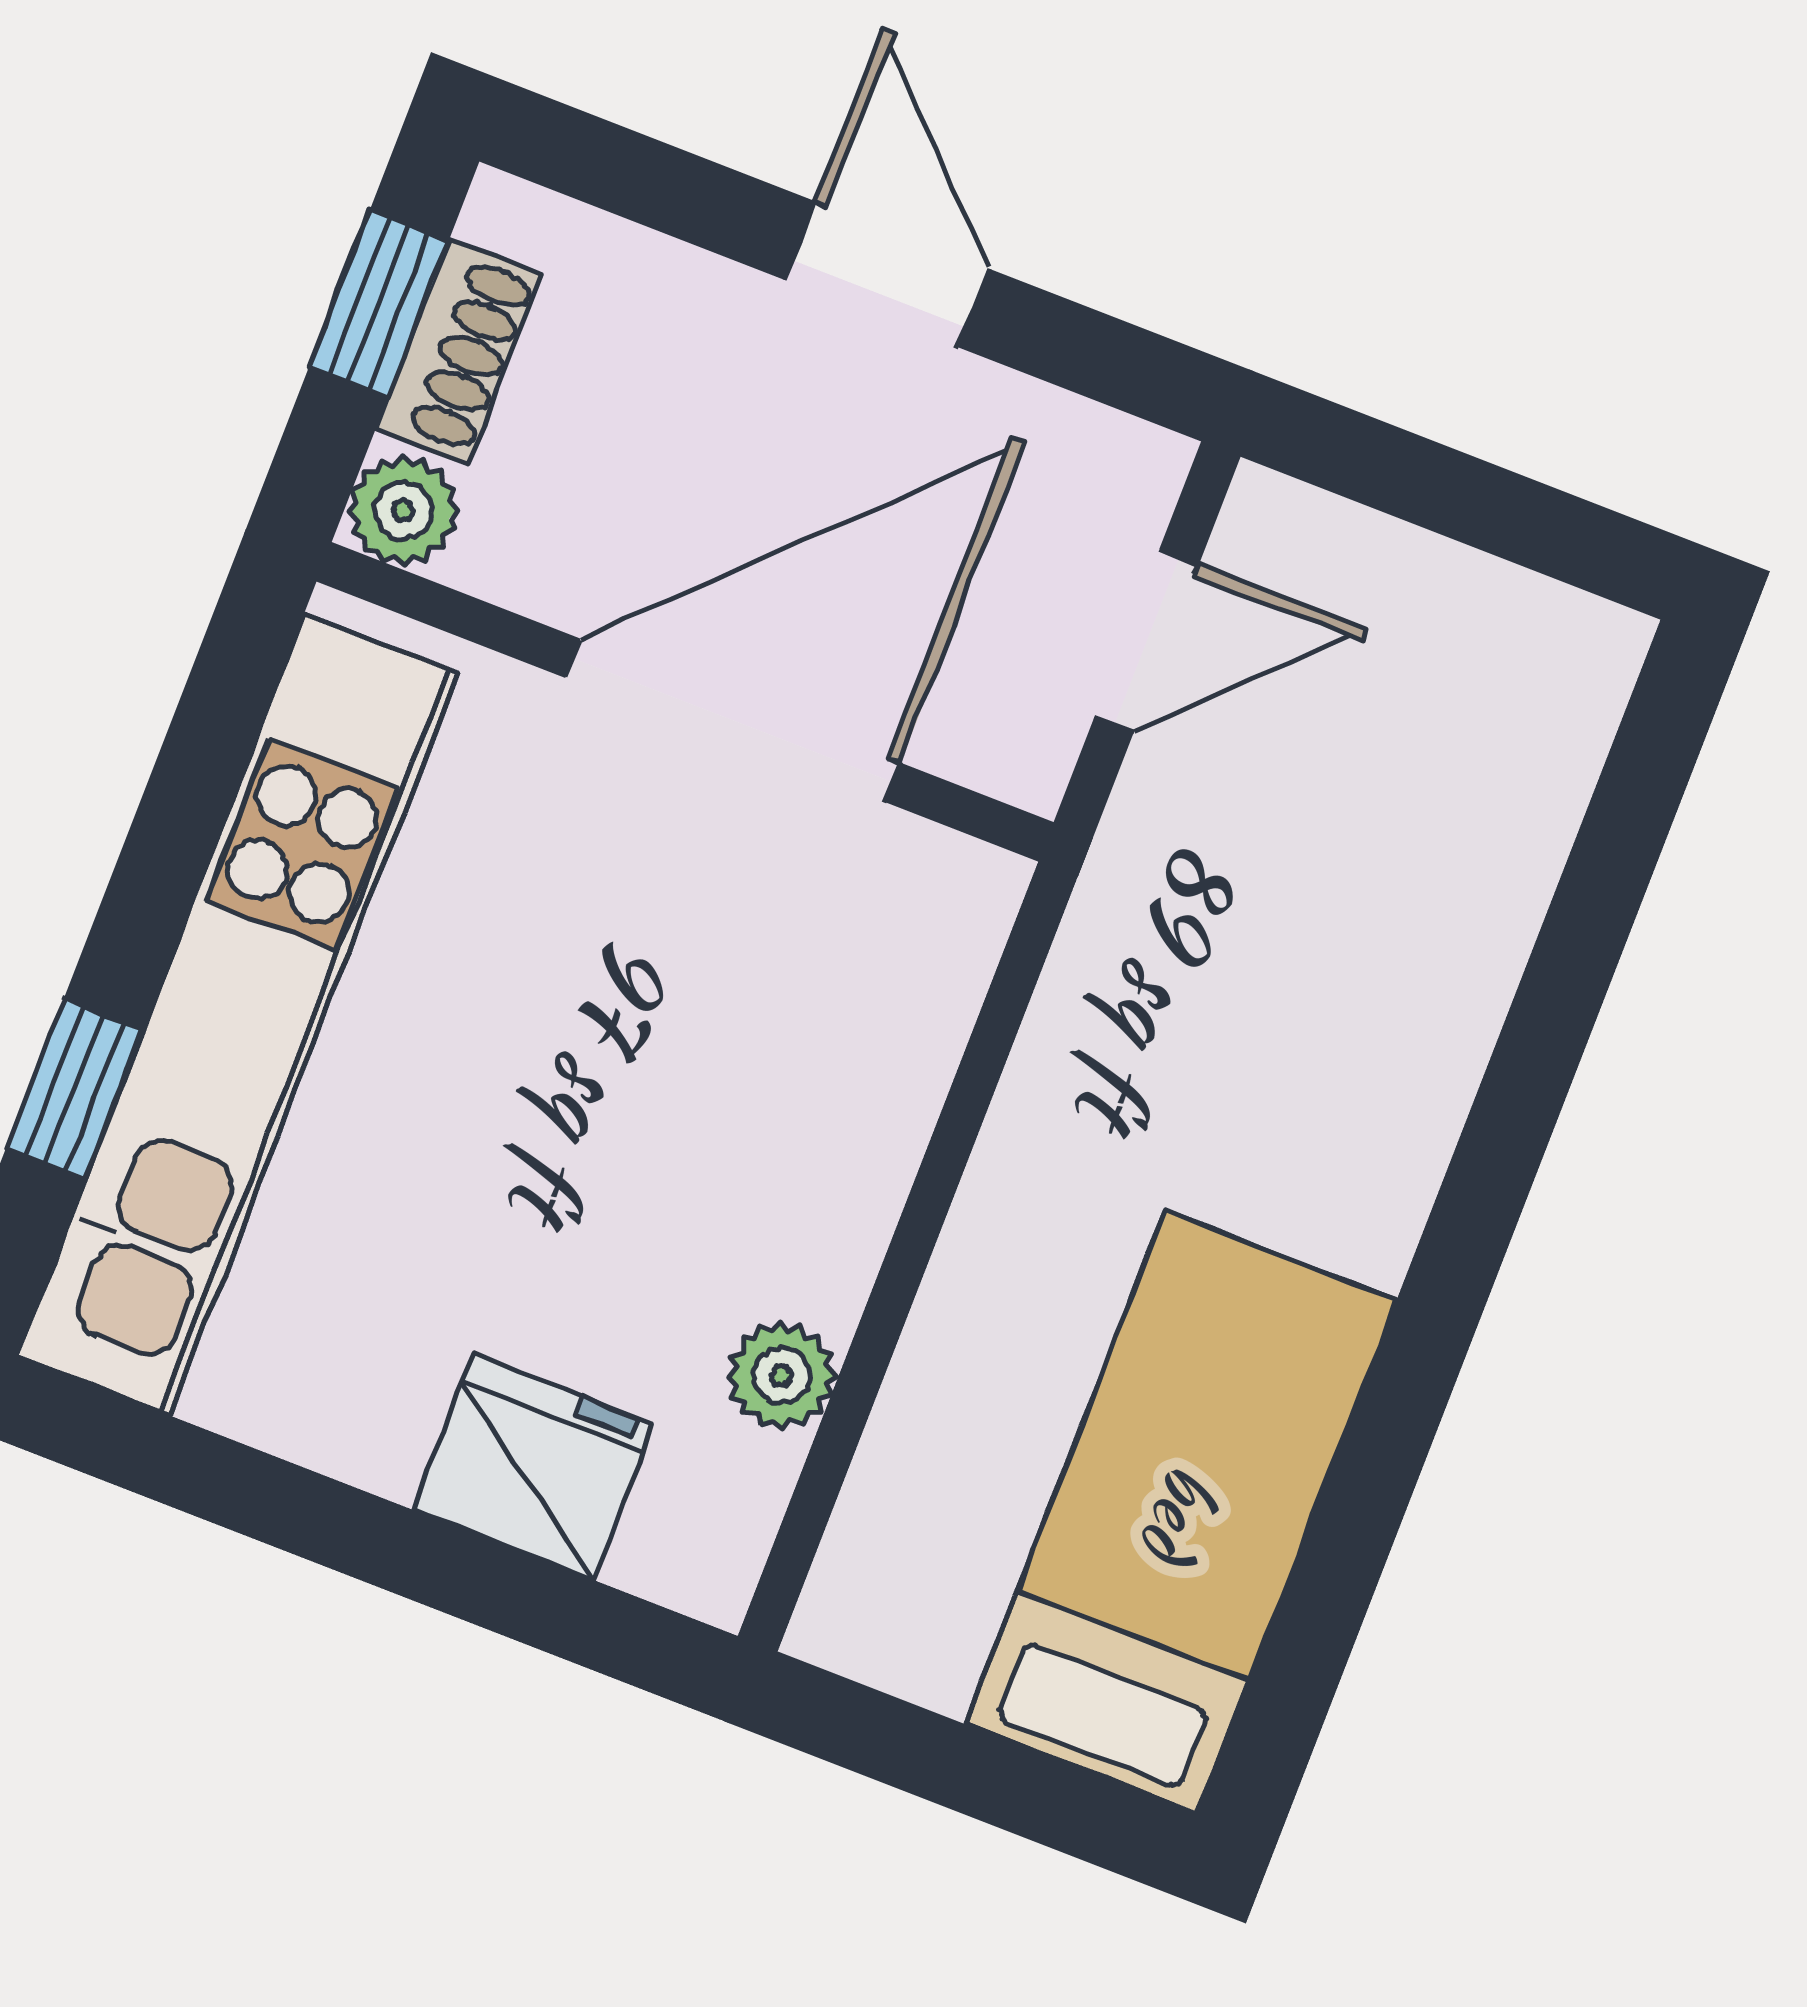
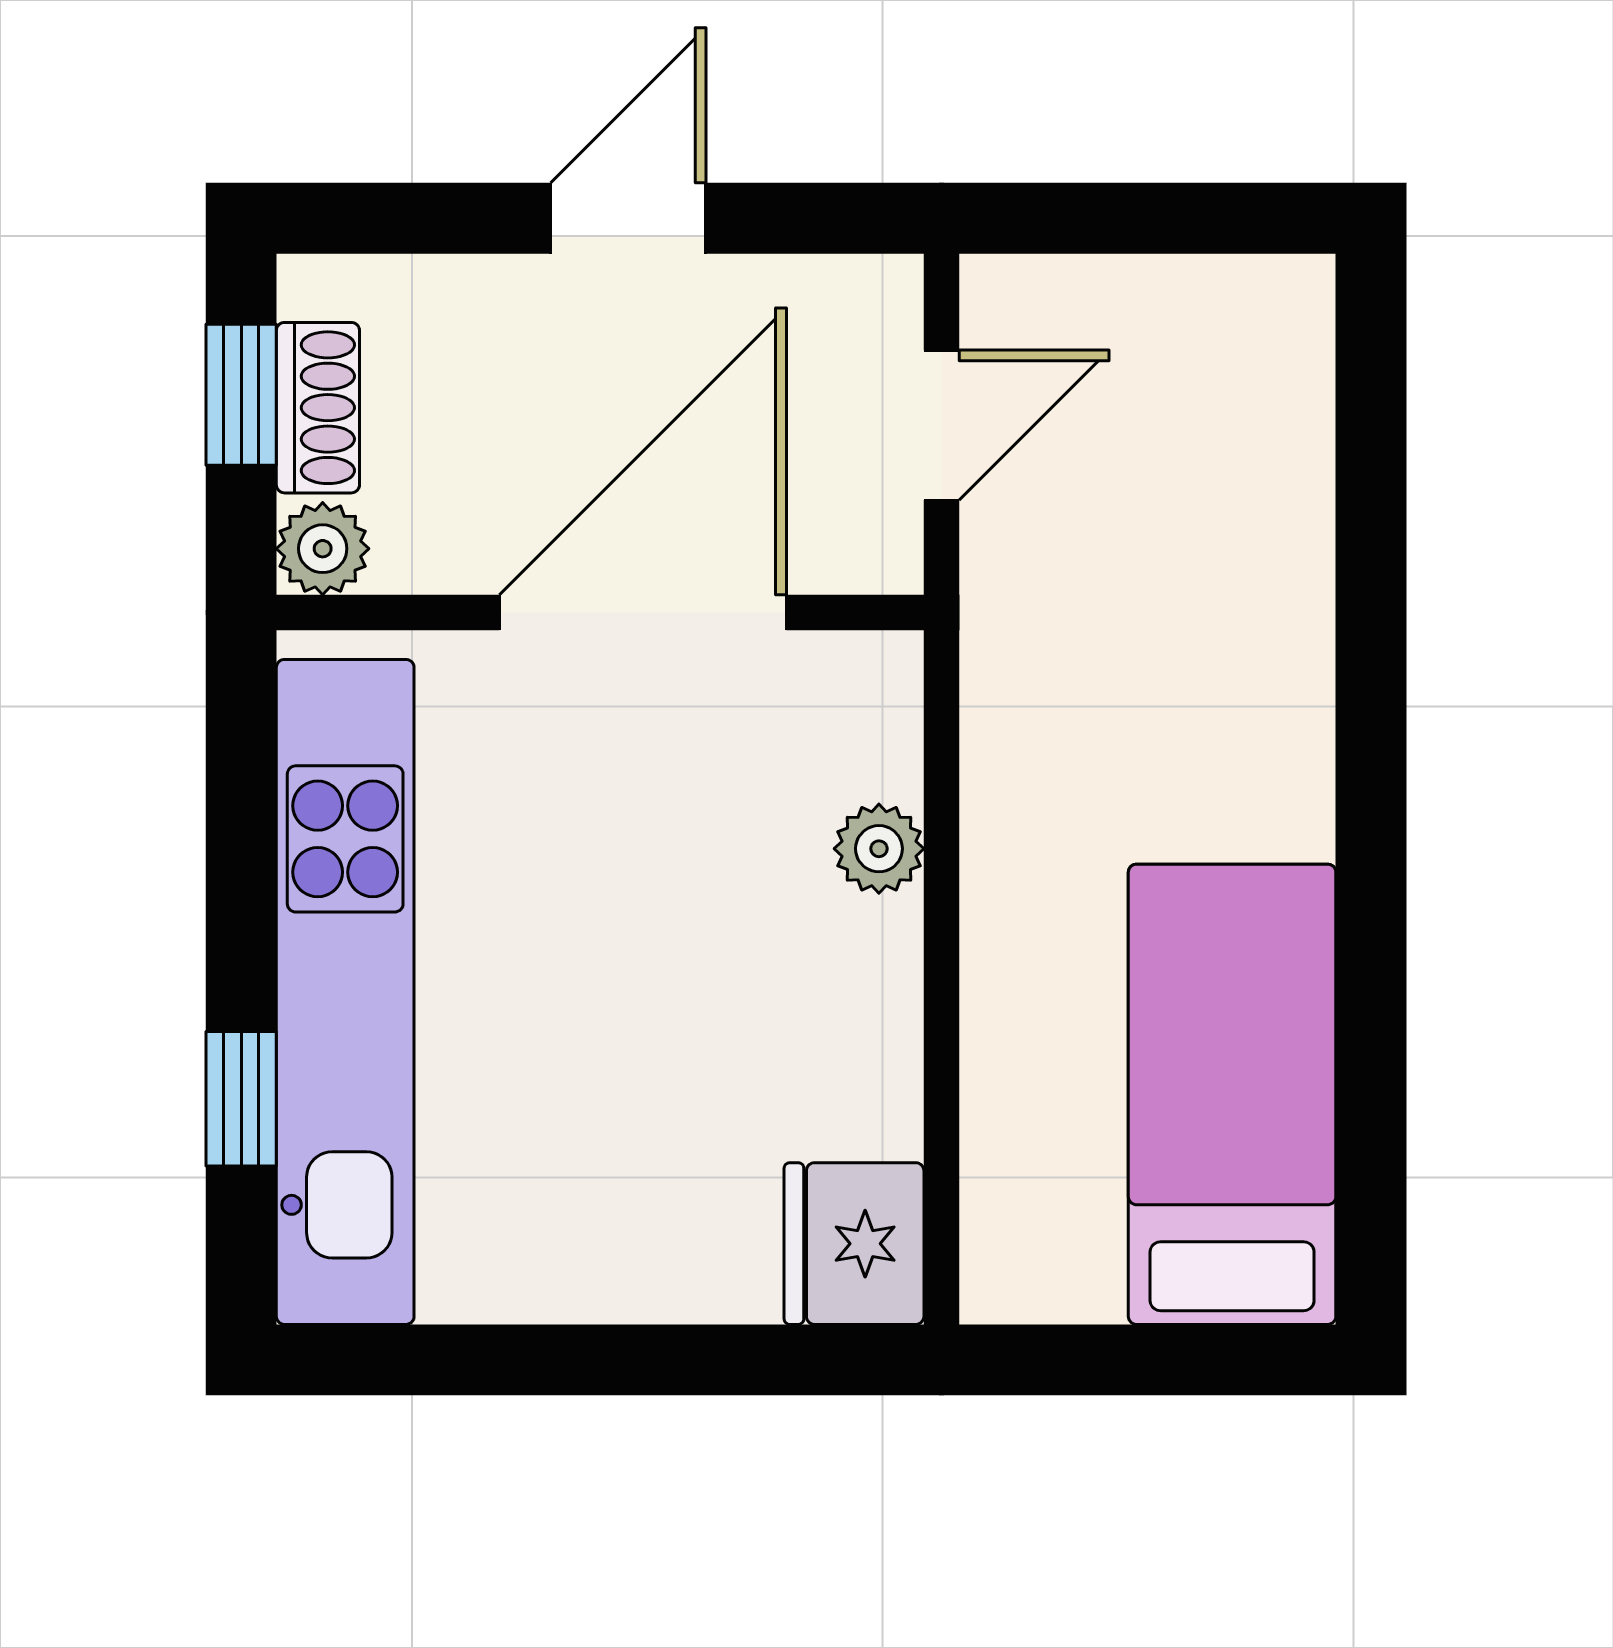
door: (887, 274) -> (628, 218), hinge flipped
plant: (782, 1375) -> (879, 849), moved
fridge: (533, 1467) -> (854, 1244), moved, turned -90

